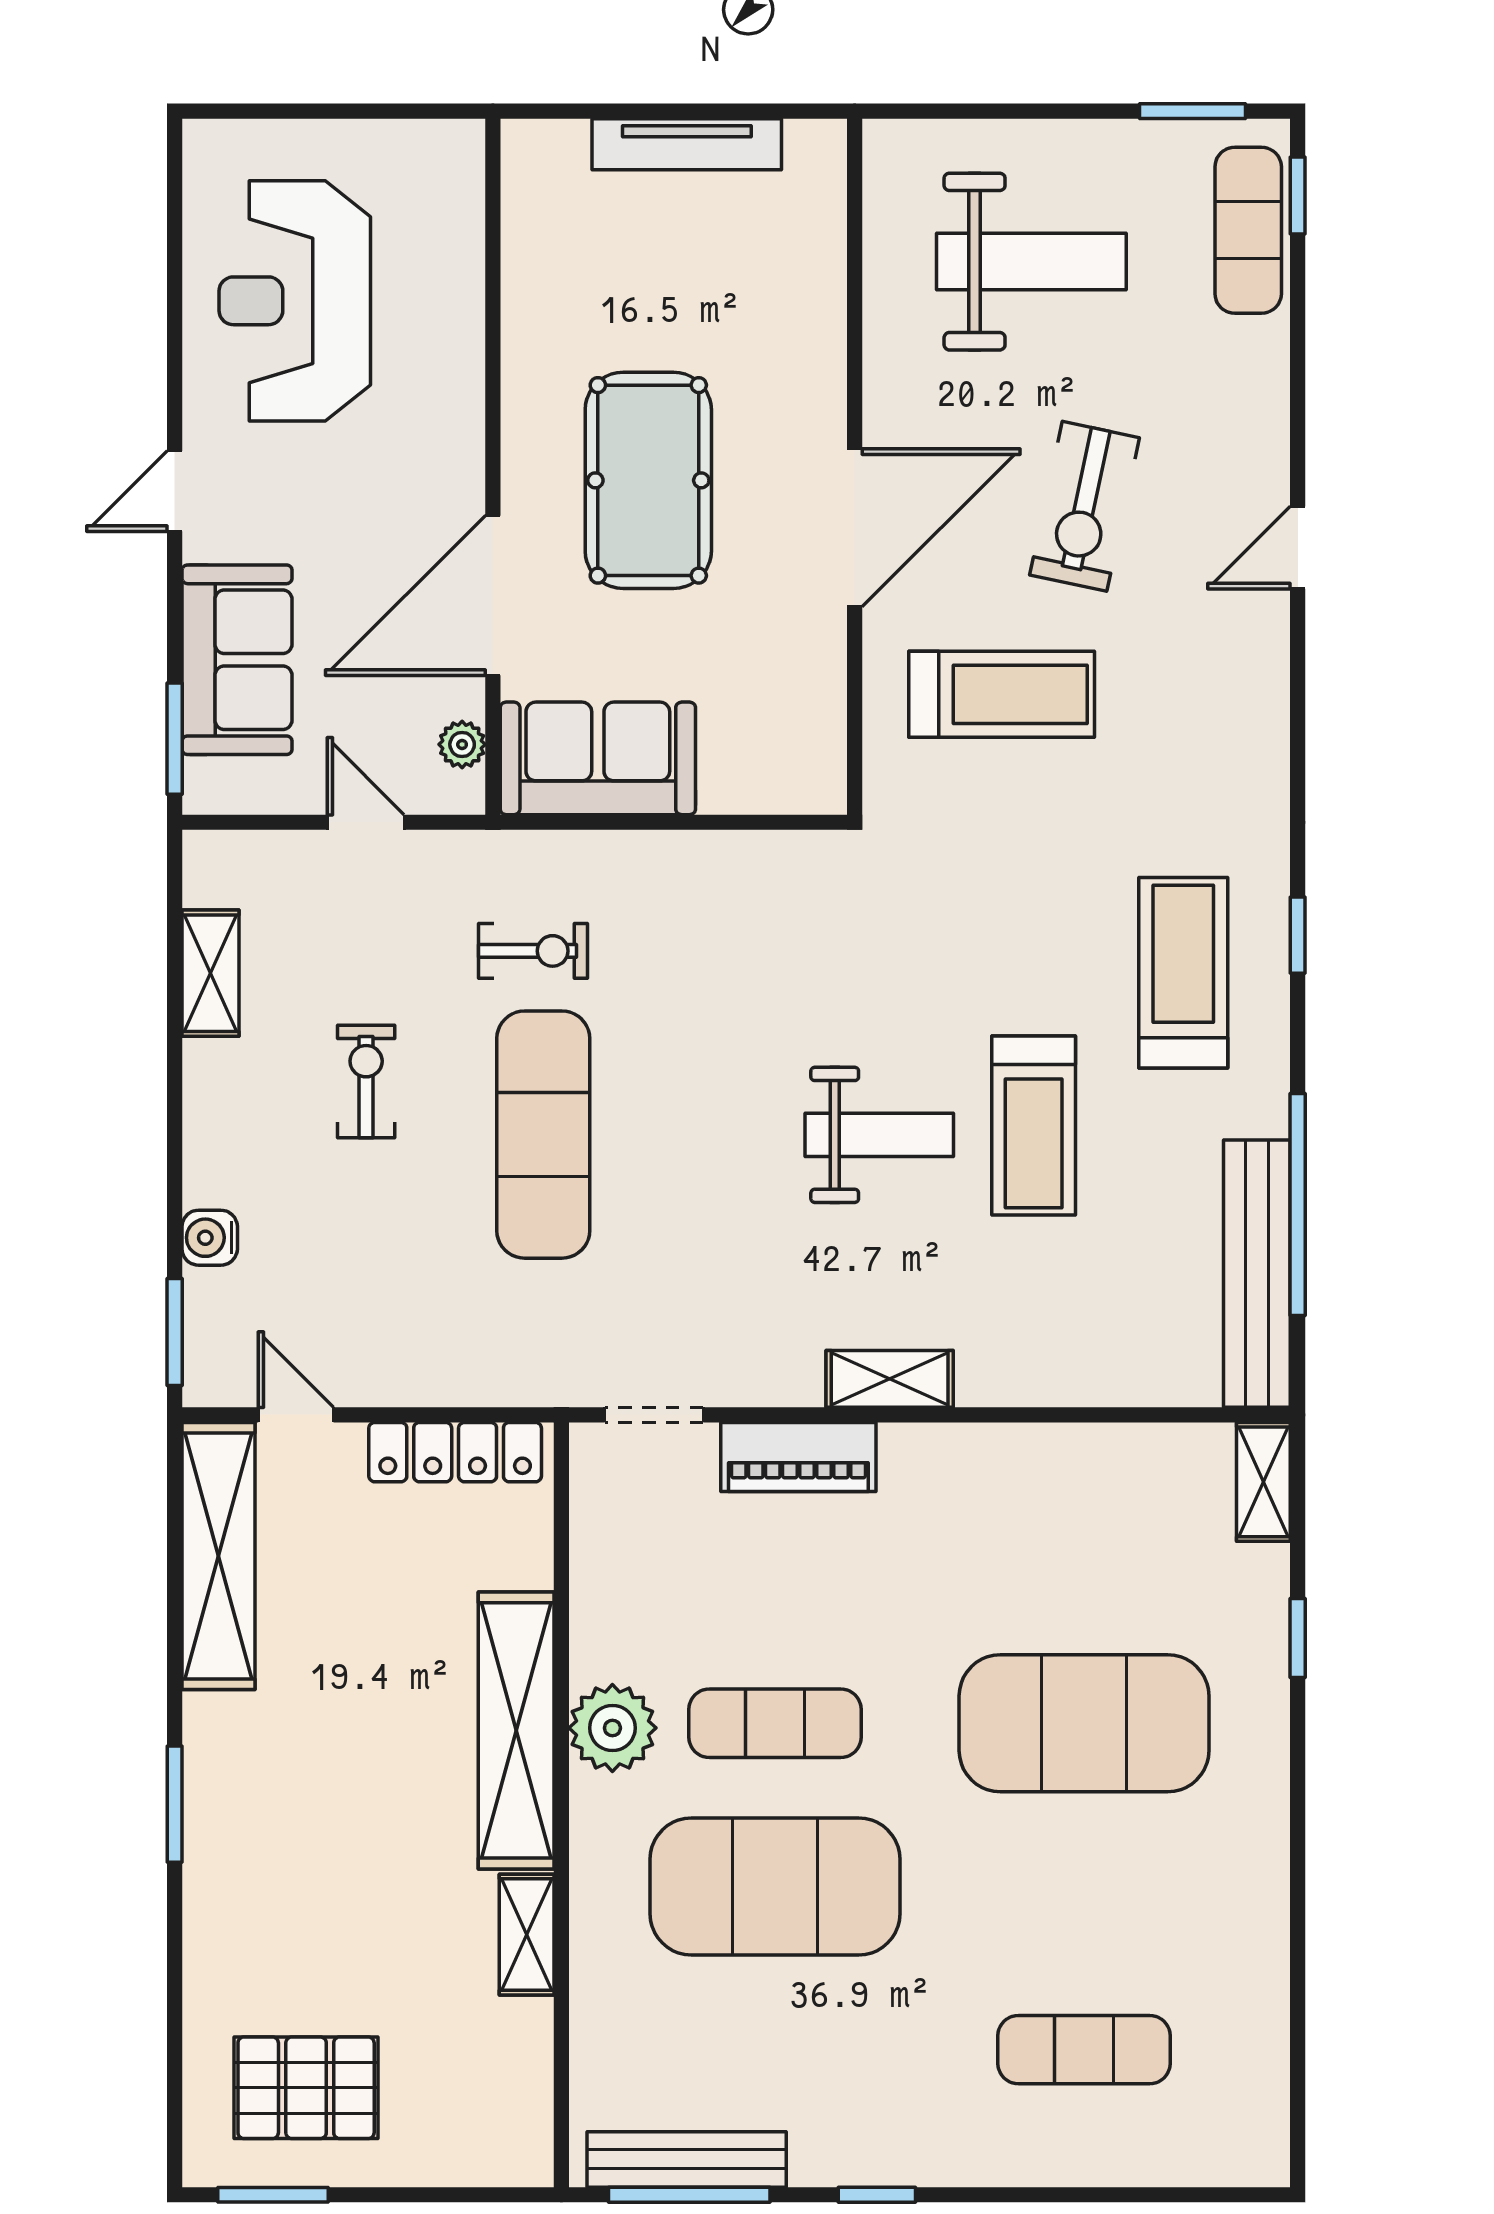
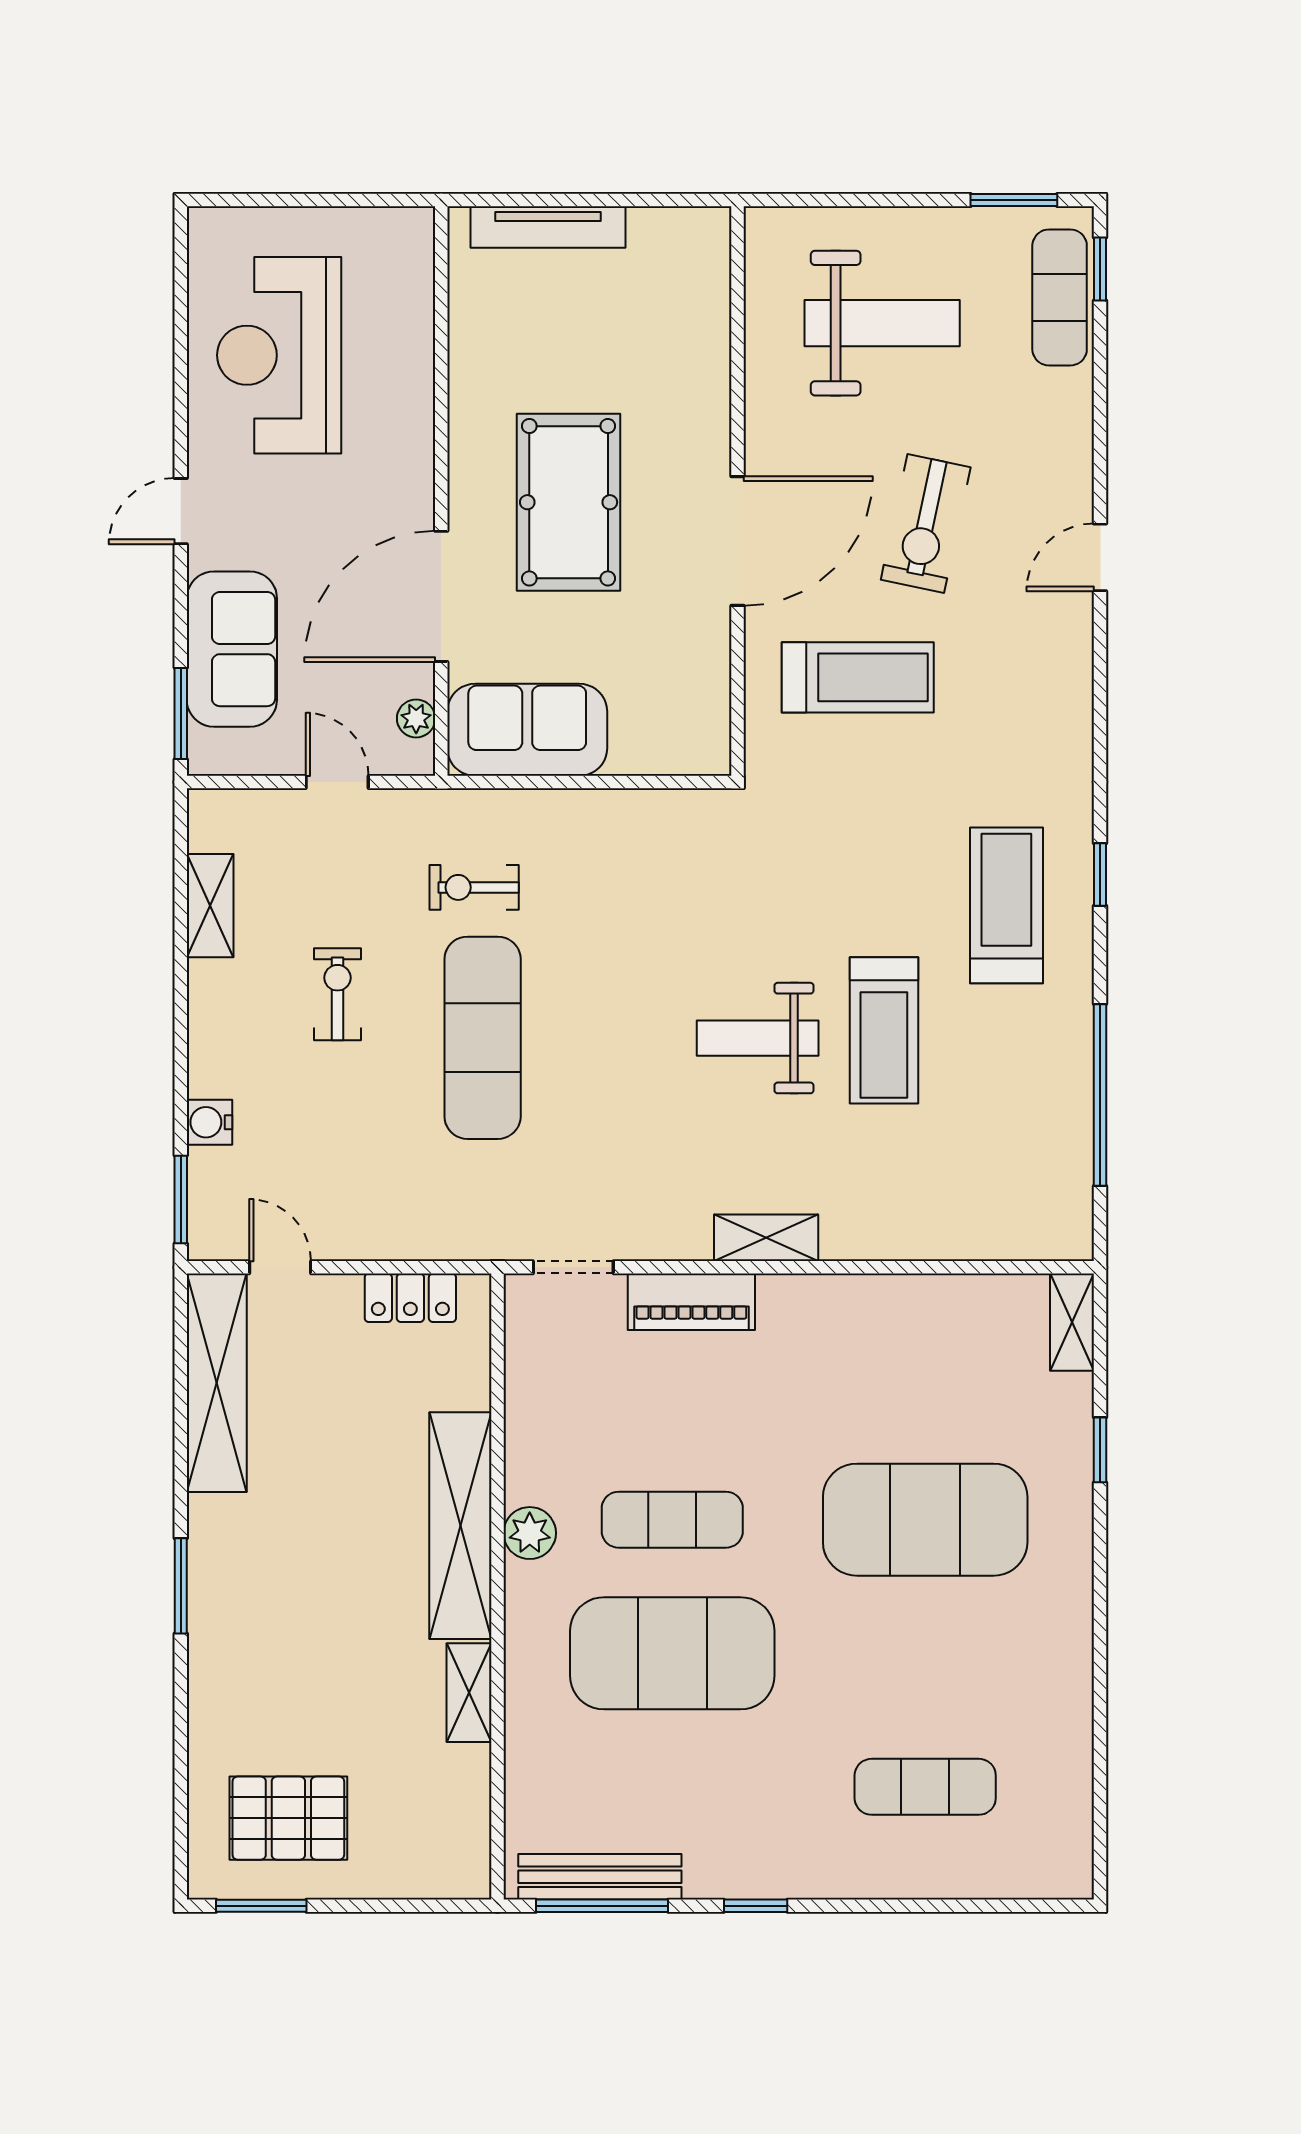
tv unit: (687, 144) -> (548, 227), moved
exercise bike: (533, 951) -> (474, 887), turned 180
weight bench: (879, 1135) -> (758, 1038), turned 180
bench: (1257, 1274) -> (1067, 1152), removed
locker: (455, 1452) -> (410, 1298), width x0.66
plant: (612, 1728) -> (530, 1533), width x0.73, depth x0.73

